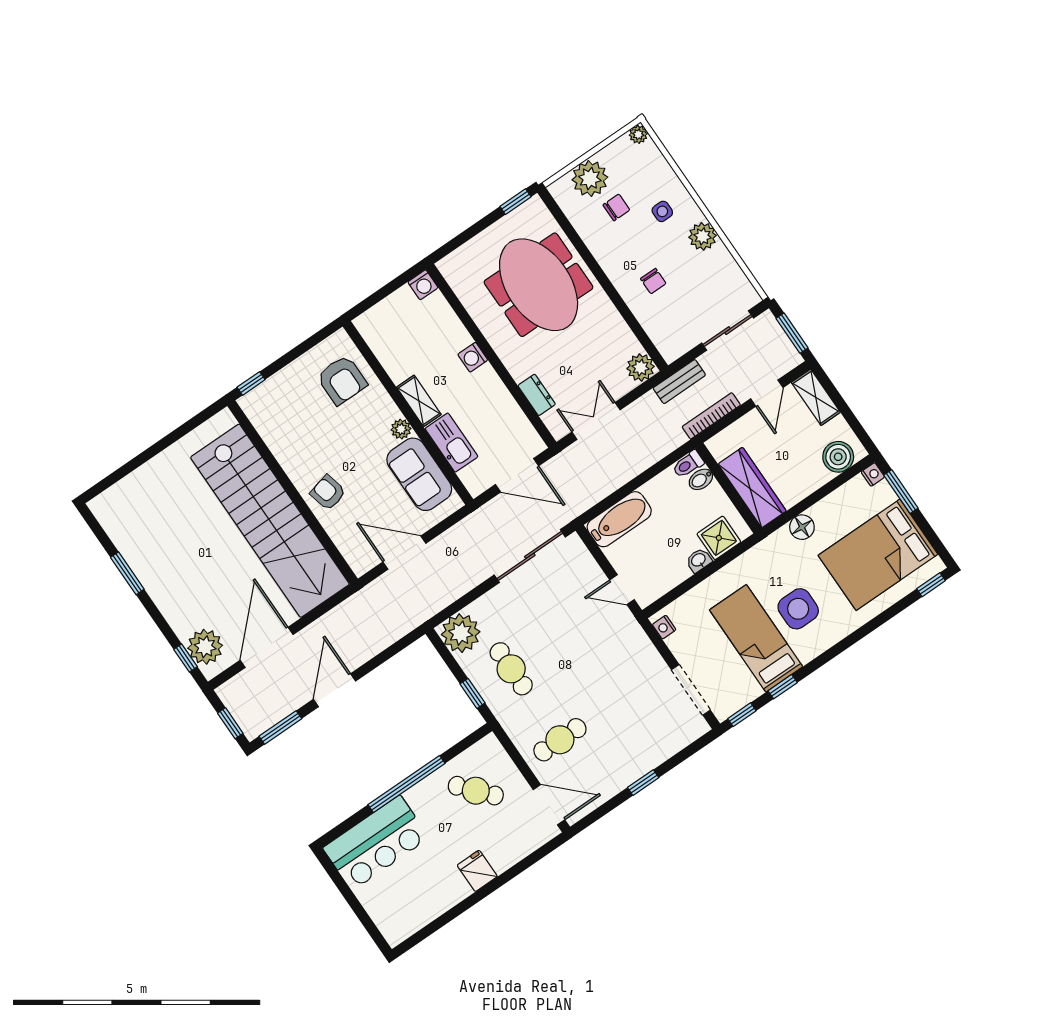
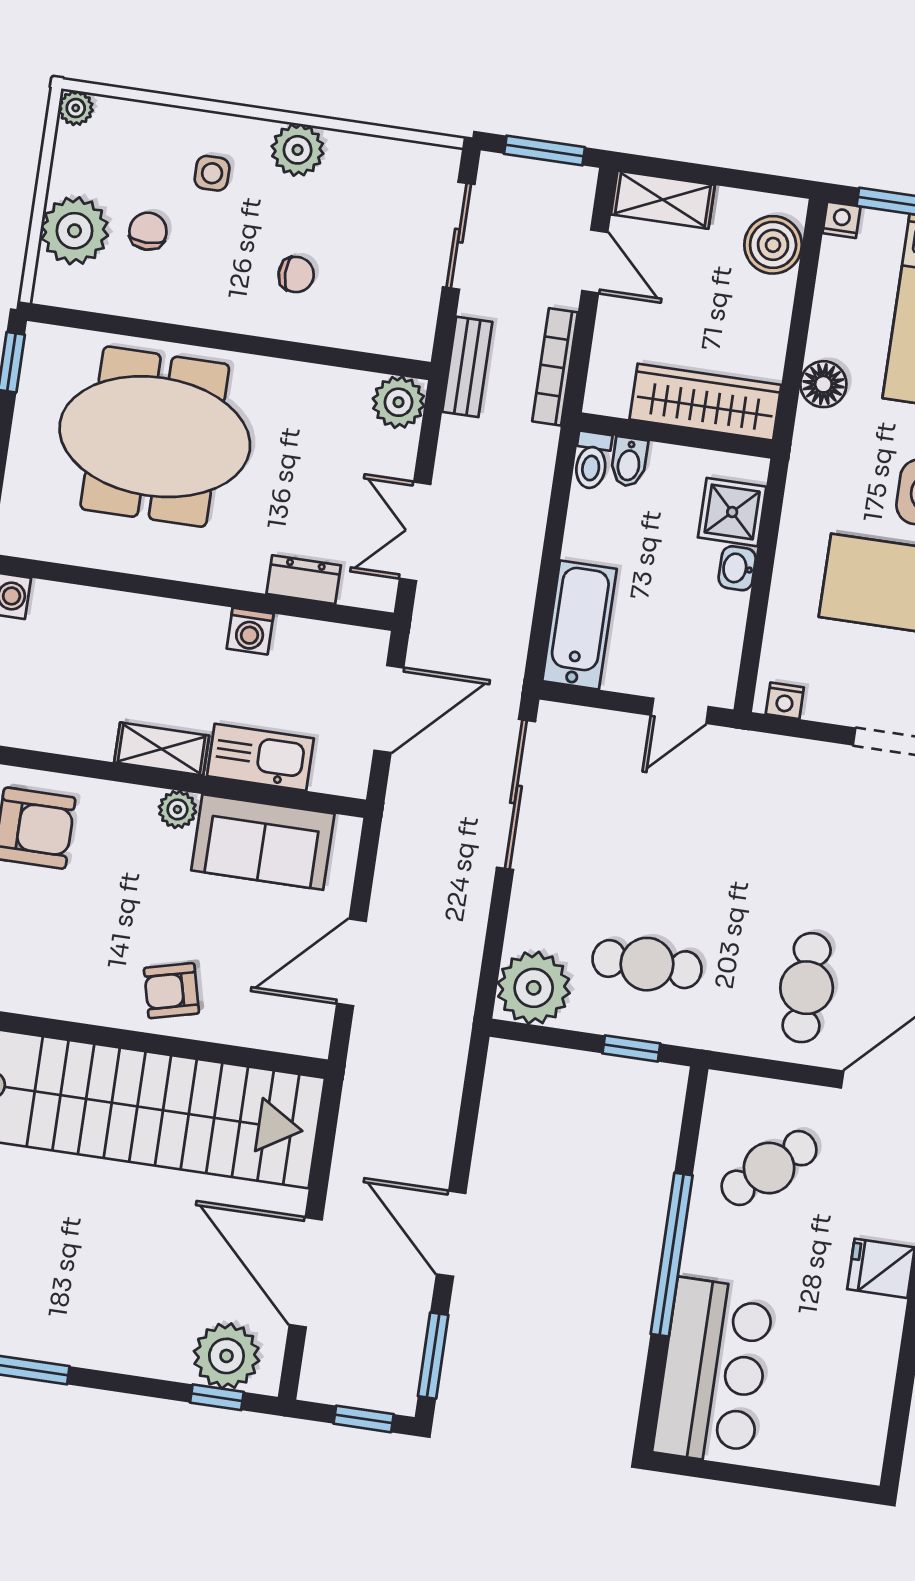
washing machine: (473, 357) -> (250, 631), moved

